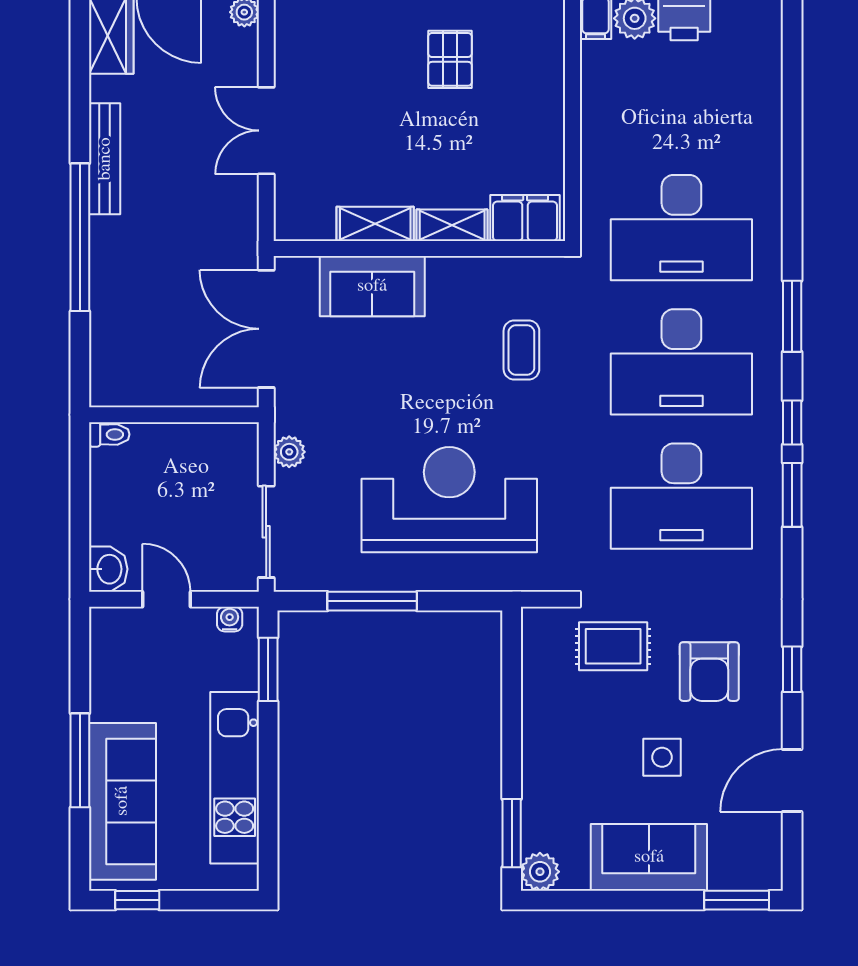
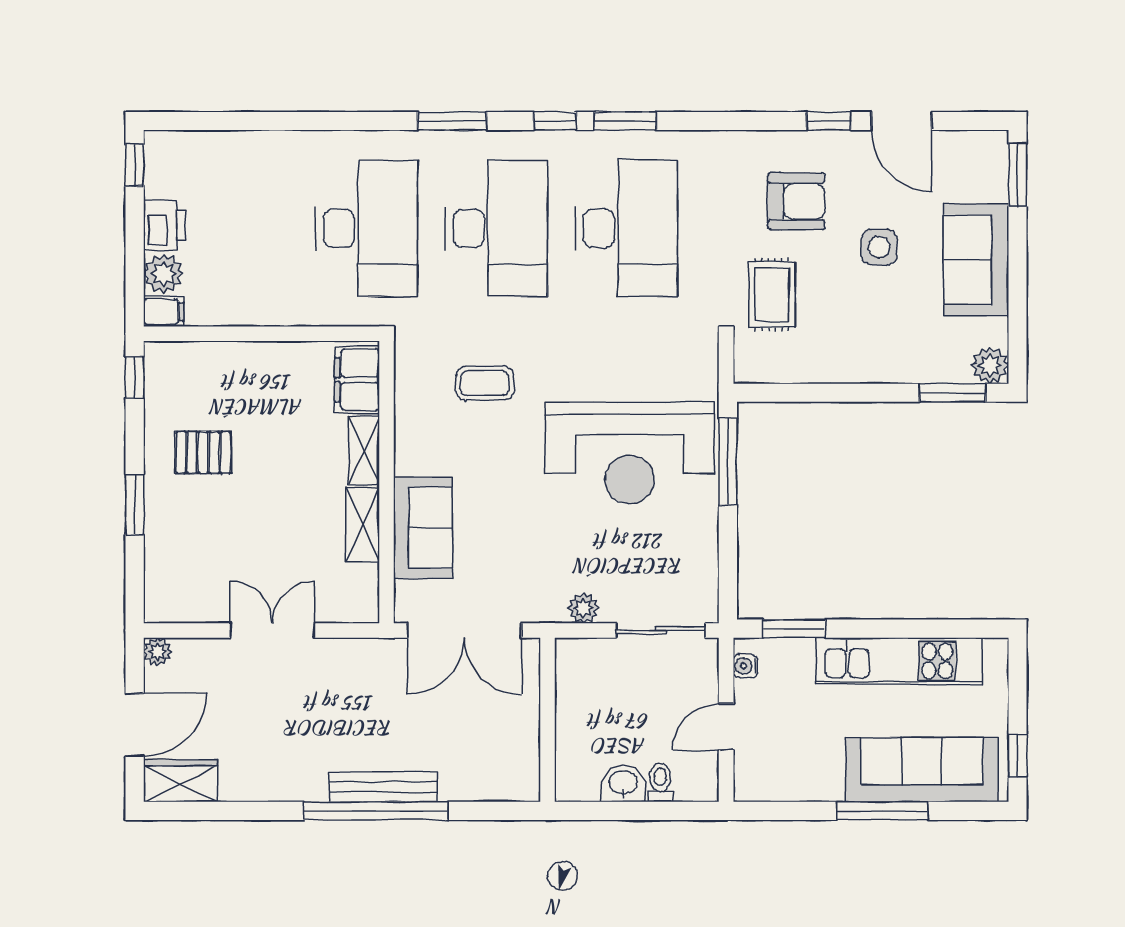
double door: (266, 131) -> (272, 630), swing flipped
bench: (105, 159) -> (383, 787), moved
toilet: (109, 434) -> (660, 782), moved
reception desk: (449, 500) -> (630, 453), turned -90
washbasin: (108, 569) -> (623, 783), moved
window: (372, 601) -> (728, 461), moved
window: (792, 669) -> (829, 121), moved

